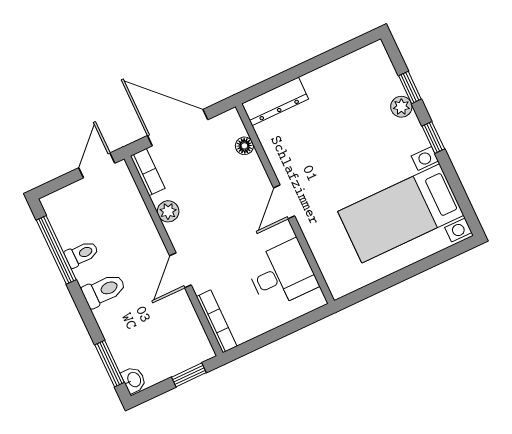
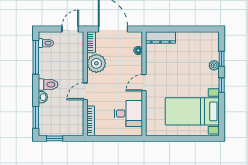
plant: (168, 211) -> (96, 63), width x1.88, depth x1.88
toilet: (82, 254) -> (46, 43), moved
window: (189, 375) -> (55, 138), moved
washbasin: (134, 380) -> (43, 97), moved

